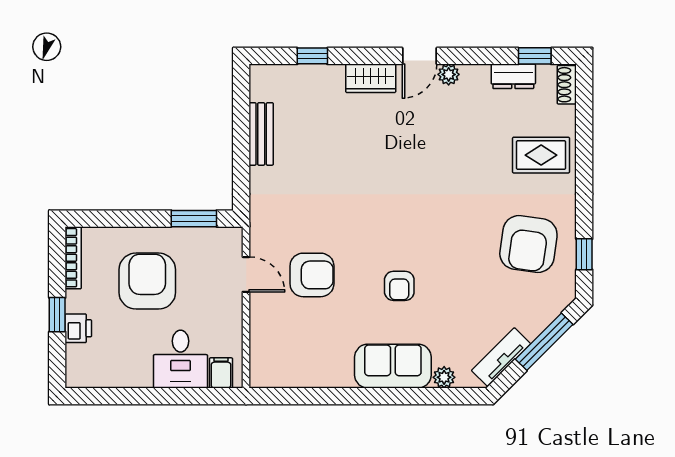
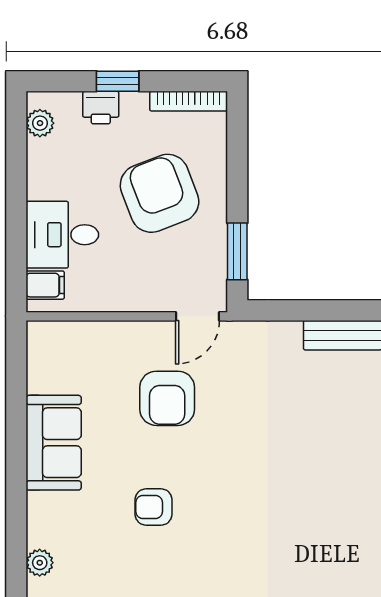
door: (246, 274) -> (197, 316), moved
armchair: (147, 281) -> (160, 193), turned -111
sofa: (393, 366) -> (54, 443), moved
plant: (91, 377) -> (40, 123), added

